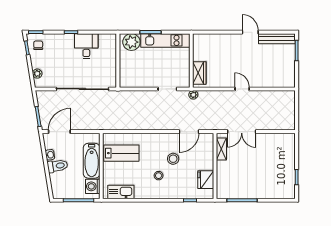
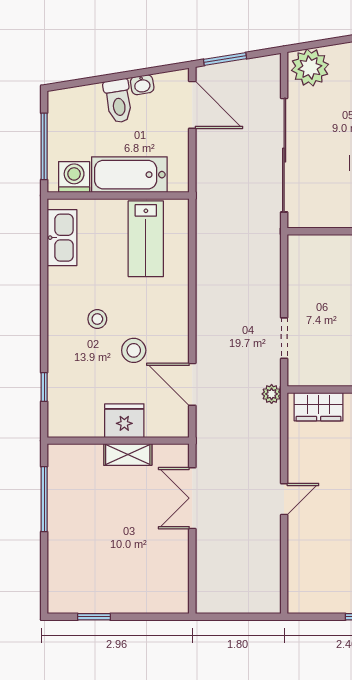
plant: (37, 74) -> (310, 67), width x1.87, depth x1.87
shelving: (221, 149) -> (128, 454), moved
fridge: (206, 180) -> (124, 421), moved

